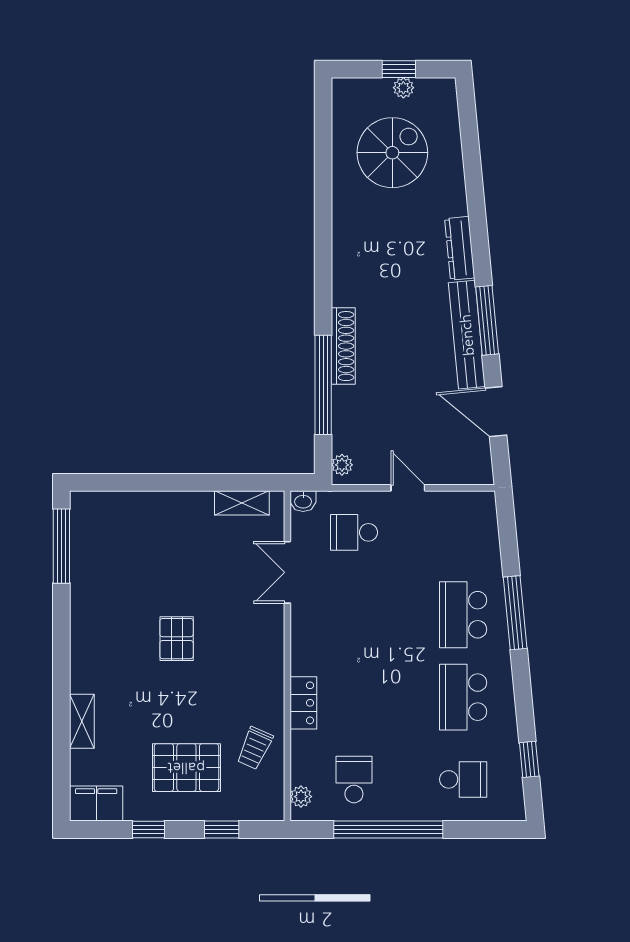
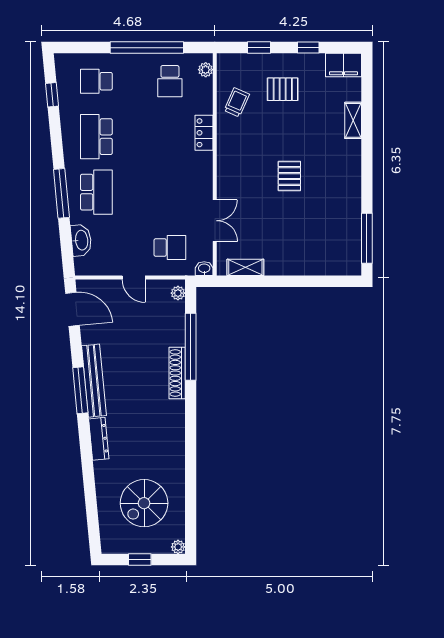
plant: (403, 88) -> (178, 547), moved
door: (496, 412) -> (73, 309), moved
washbasin: (486, 543) -> (81, 240), added
school desk: (463, 697) -> (96, 137), turned 180
pallet: (186, 768) -> (283, 89), width x0.67, depth x0.71

